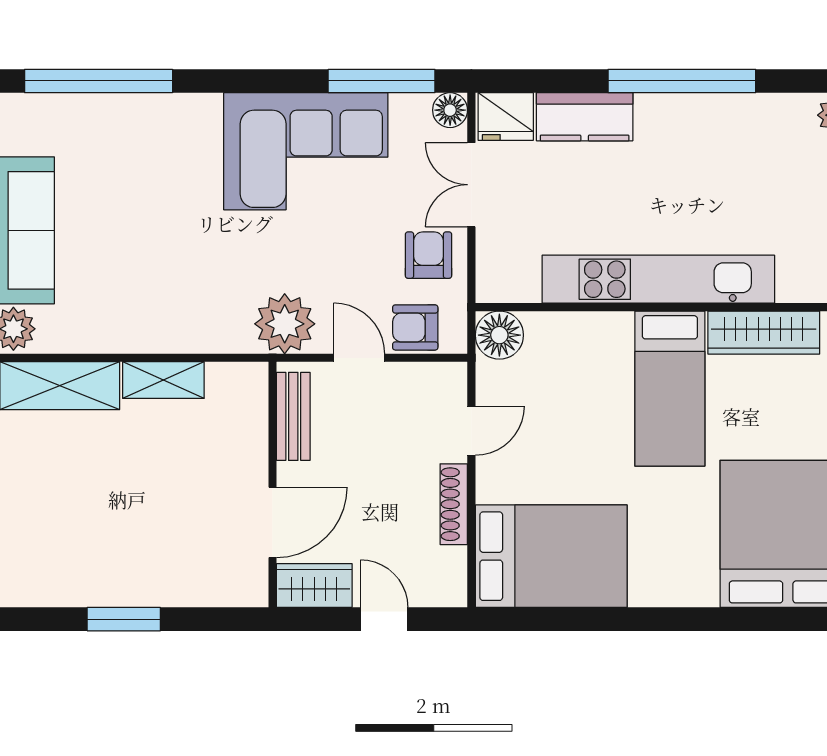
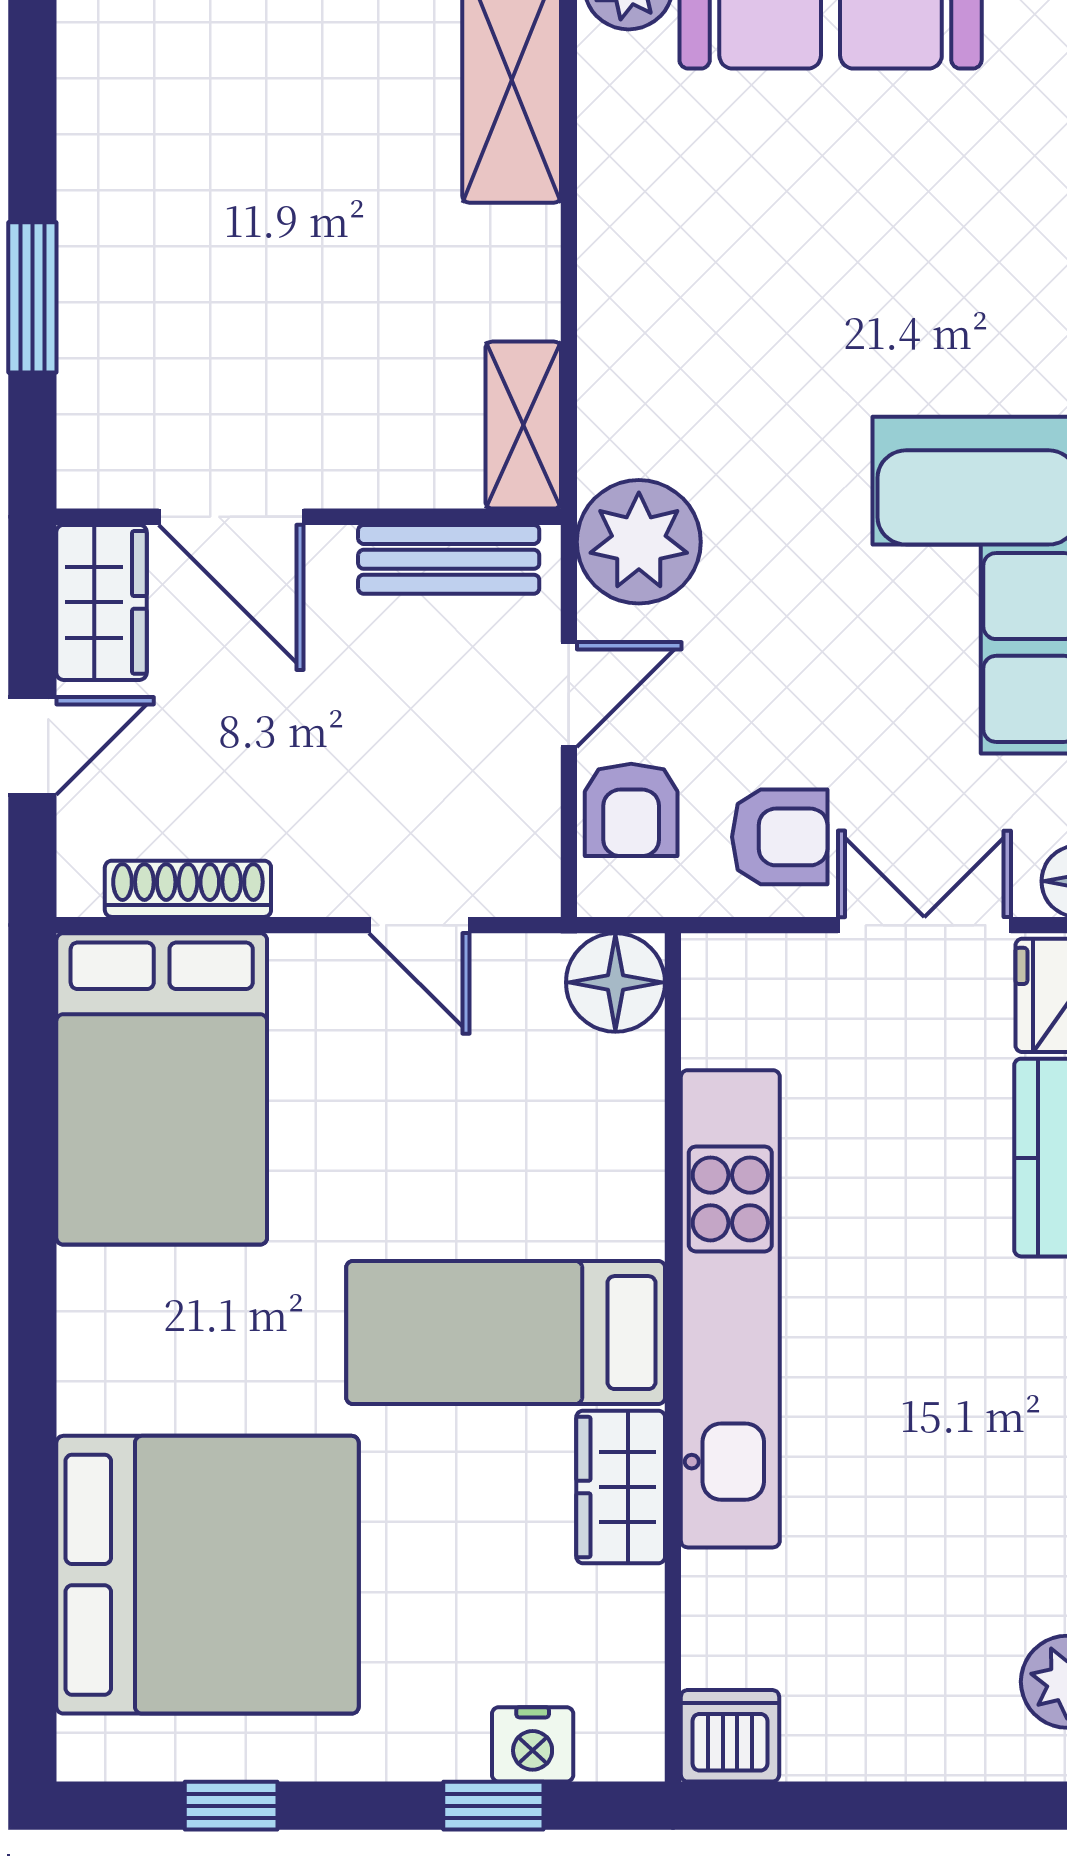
armchair: (415, 327) -> (631, 810), turned 180
wardrobe: (764, 333) -> (621, 1487), width x0.67
shelving: (163, 380) -> (523, 425), moved
shoe rack: (454, 504) -> (188, 889), moved
window: (124, 619) -> (32, 297), moved

